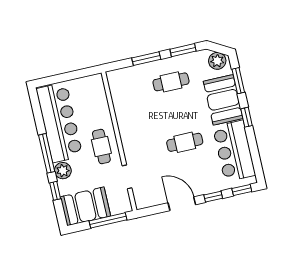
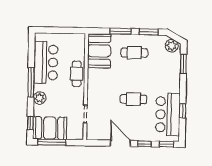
booth: (223, 100) -> (99, 51), moved
window: (246, 117) -> (183, 111), moved
bar counter: (59, 122) -> (46, 62), width x0.73
cafe table: (101, 146) -> (77, 74), moved
window: (55, 191) -> (30, 123), moved
window: (108, 220) -> (52, 142), moved

